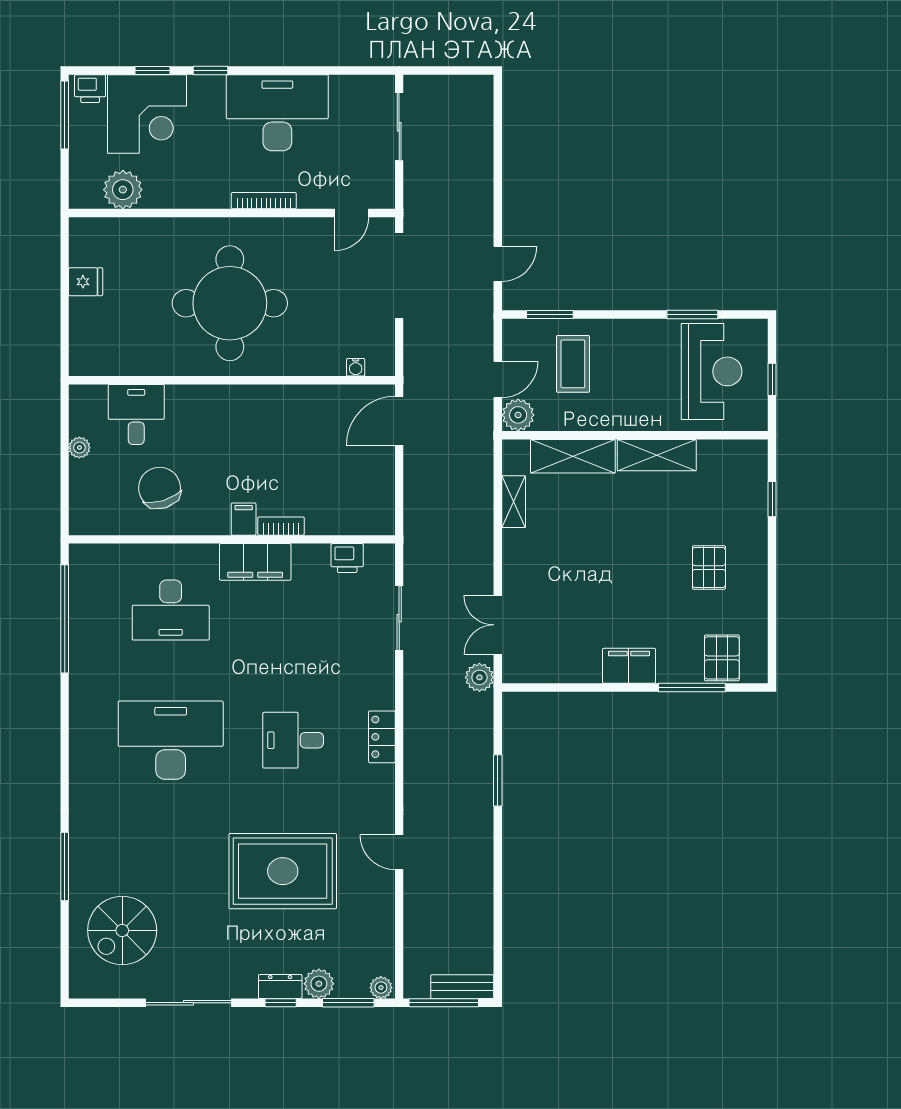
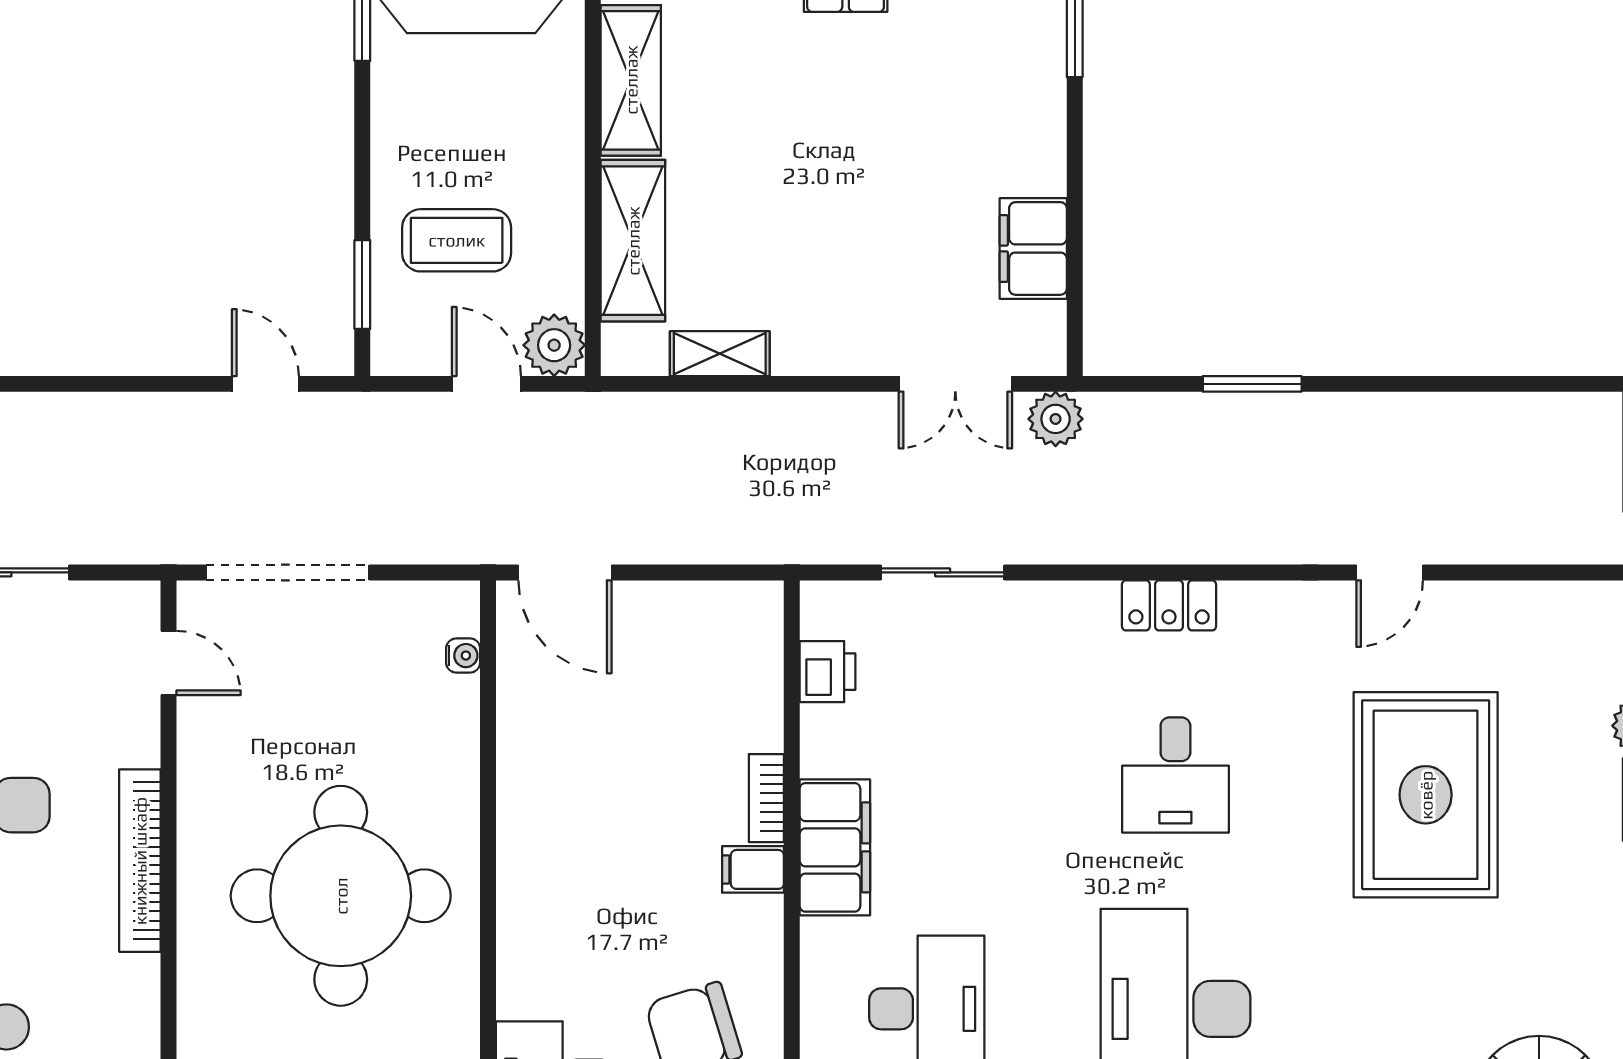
bookcase: (264, 201) -> (140, 861), width x1.48, depth x1.31
filing cabinet: (629, 666) -> (1033, 248), moved

